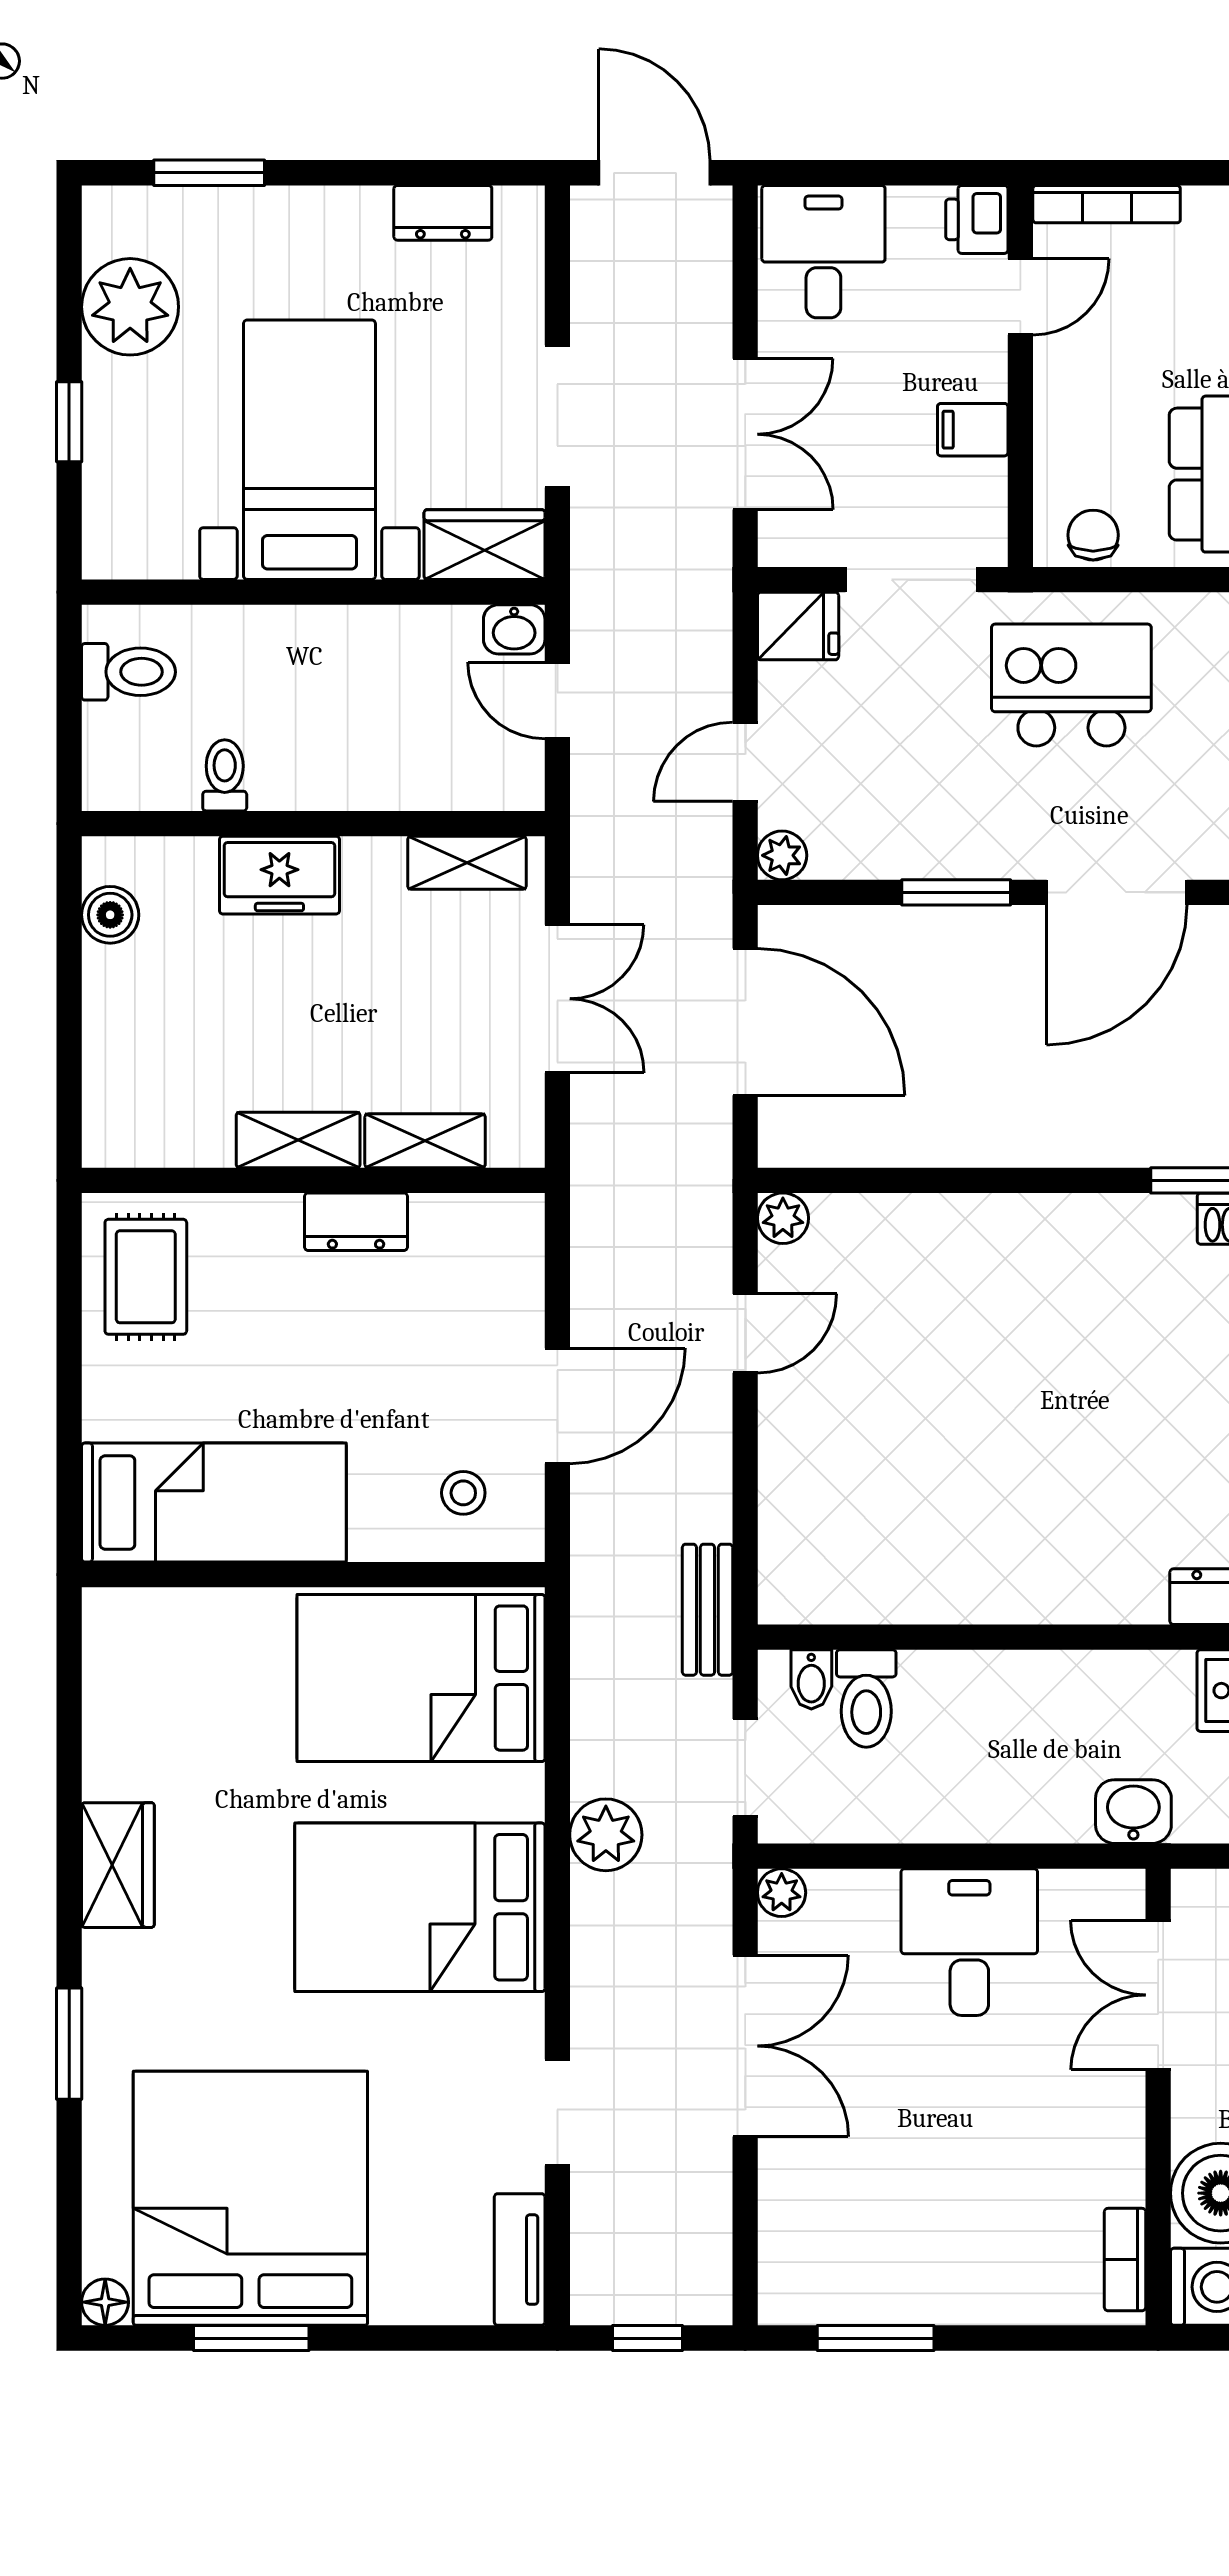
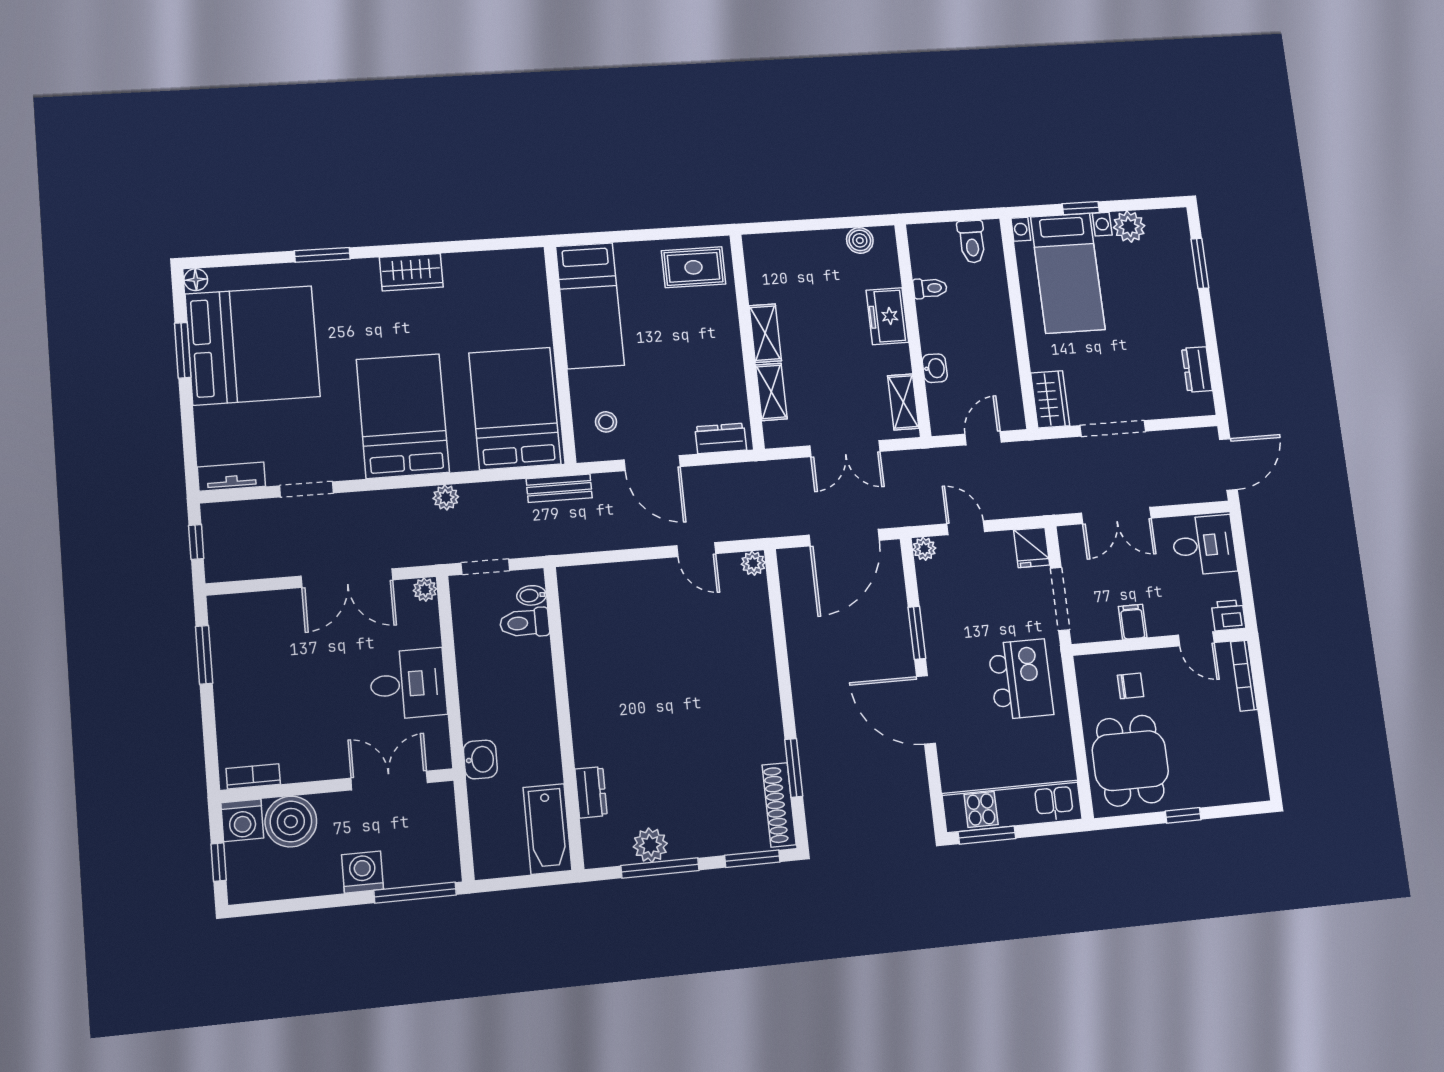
plant: (130, 307) -> (1129, 227), width x0.73, depth x0.73
bed with nightstands: (309, 450) -> (1068, 273), moved, turned 90
chair: (1093, 535) -> (1131, 686), moved
washbasin: (514, 629) -> (935, 368), moved, turned 180
dresser: (356, 1222) -> (721, 438), moved, turned 90
bench: (707, 1610) -> (559, 488), moved
plant: (606, 1835) -> (446, 498), width x0.73, depth x0.73

